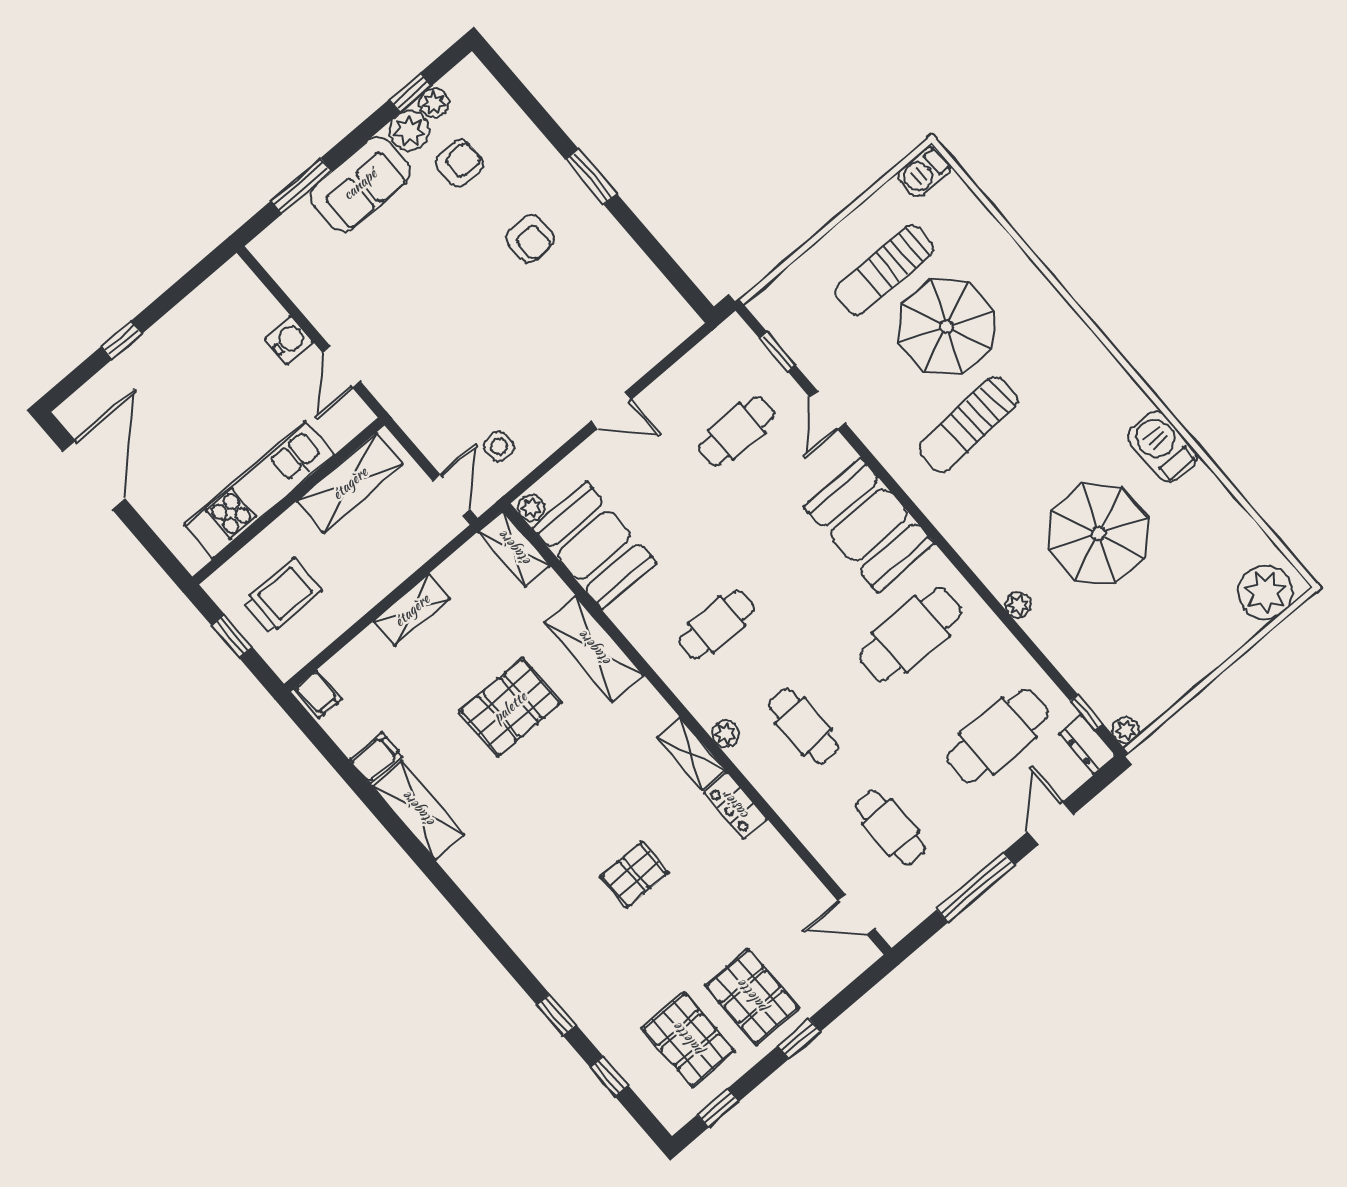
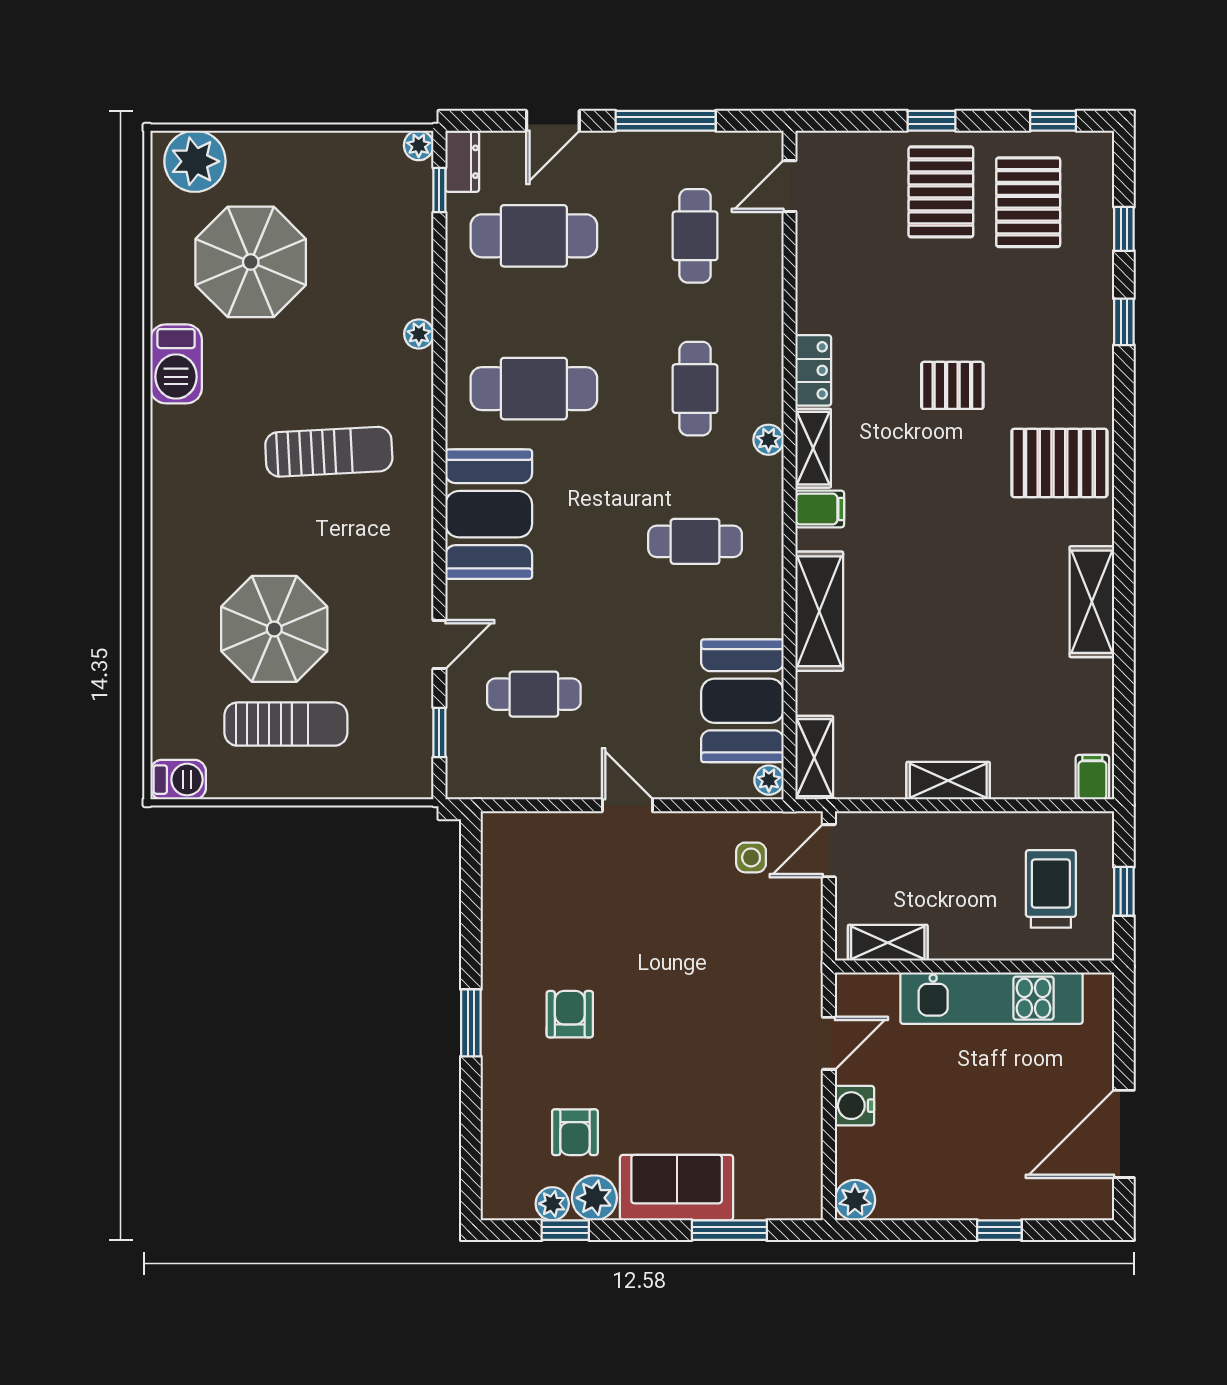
armchair: (460, 163) -> (575, 1132), turned -90
plant: (235, 278) -> (855, 1200), added
sun lounger: (968, 425) -> (329, 452), moved
shelving: (350, 483) -> (888, 943), width x0.67, depth x0.75
parasol: (1098, 534) -> (251, 262), moved
trolley: (282, 596) -> (1051, 889), turned 90
pallet: (510, 707) -> (1059, 463), moved
filing cabinet: (376, 758) -> (820, 509), moved, turned 180
door: (856, 914) -> (790, 186), swing flipped

